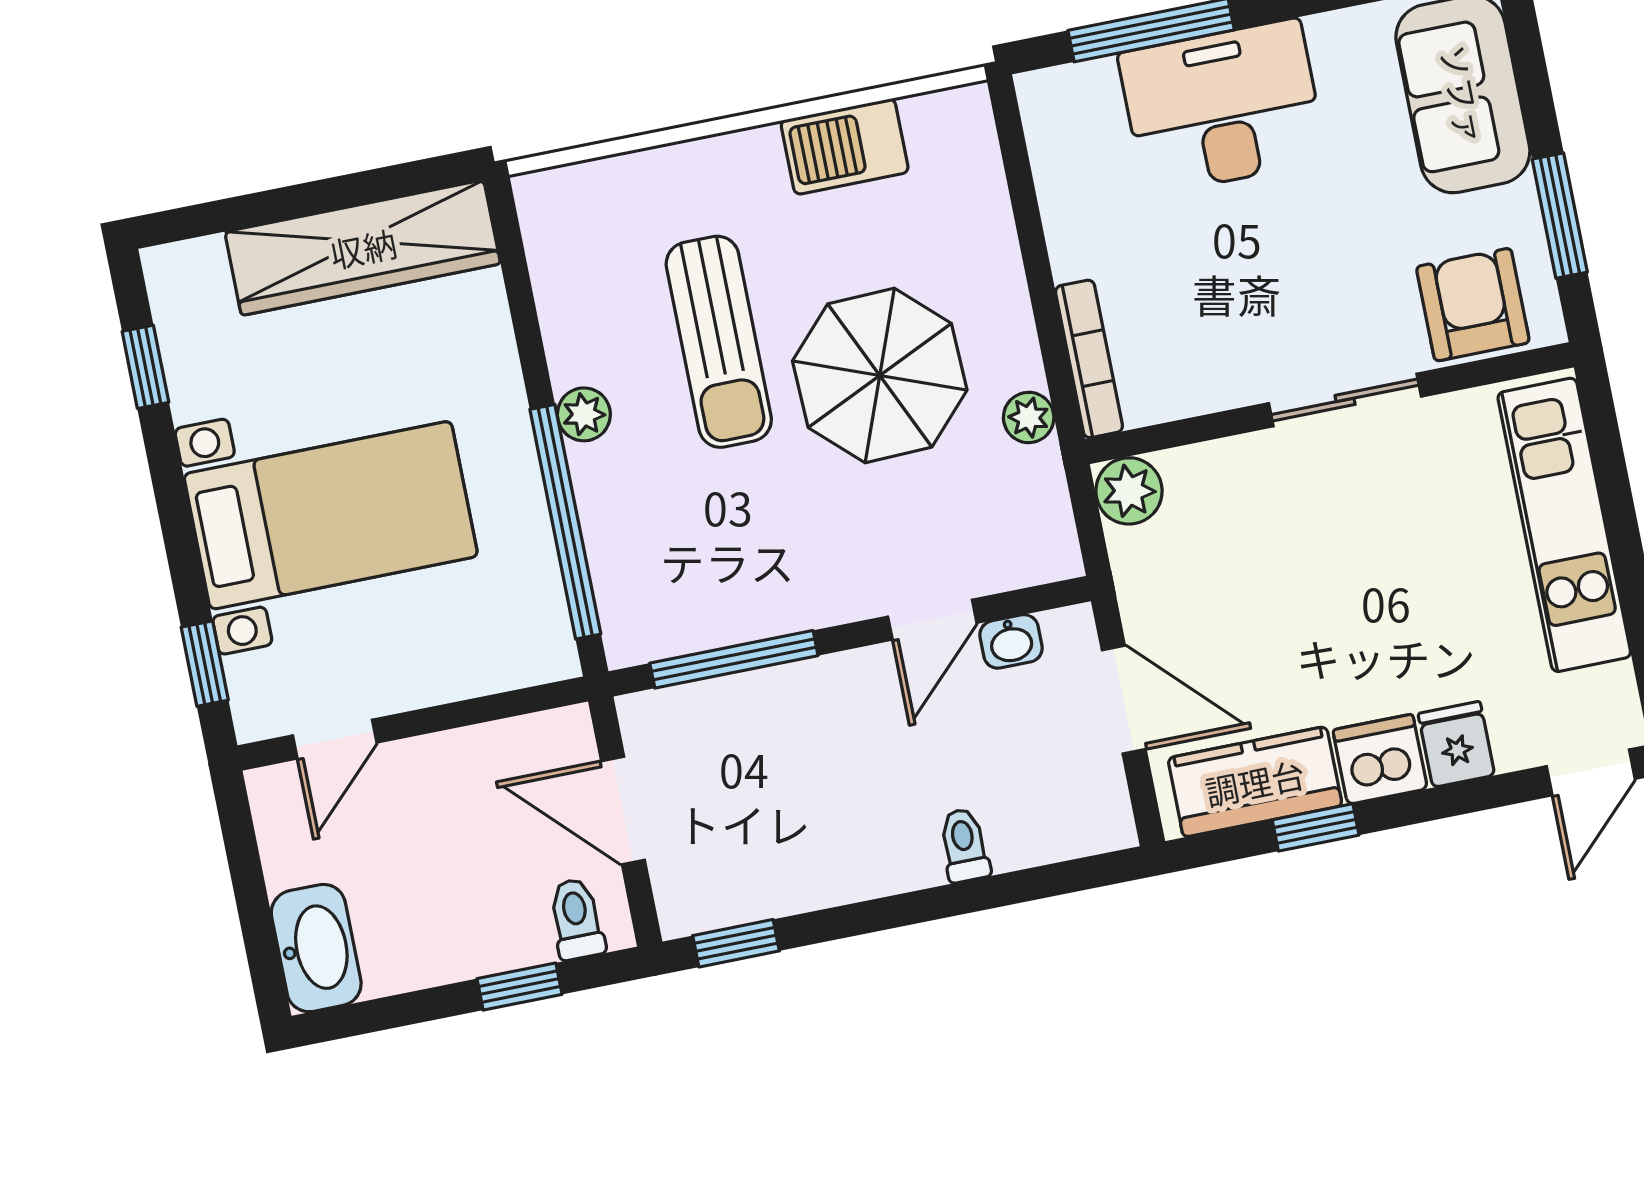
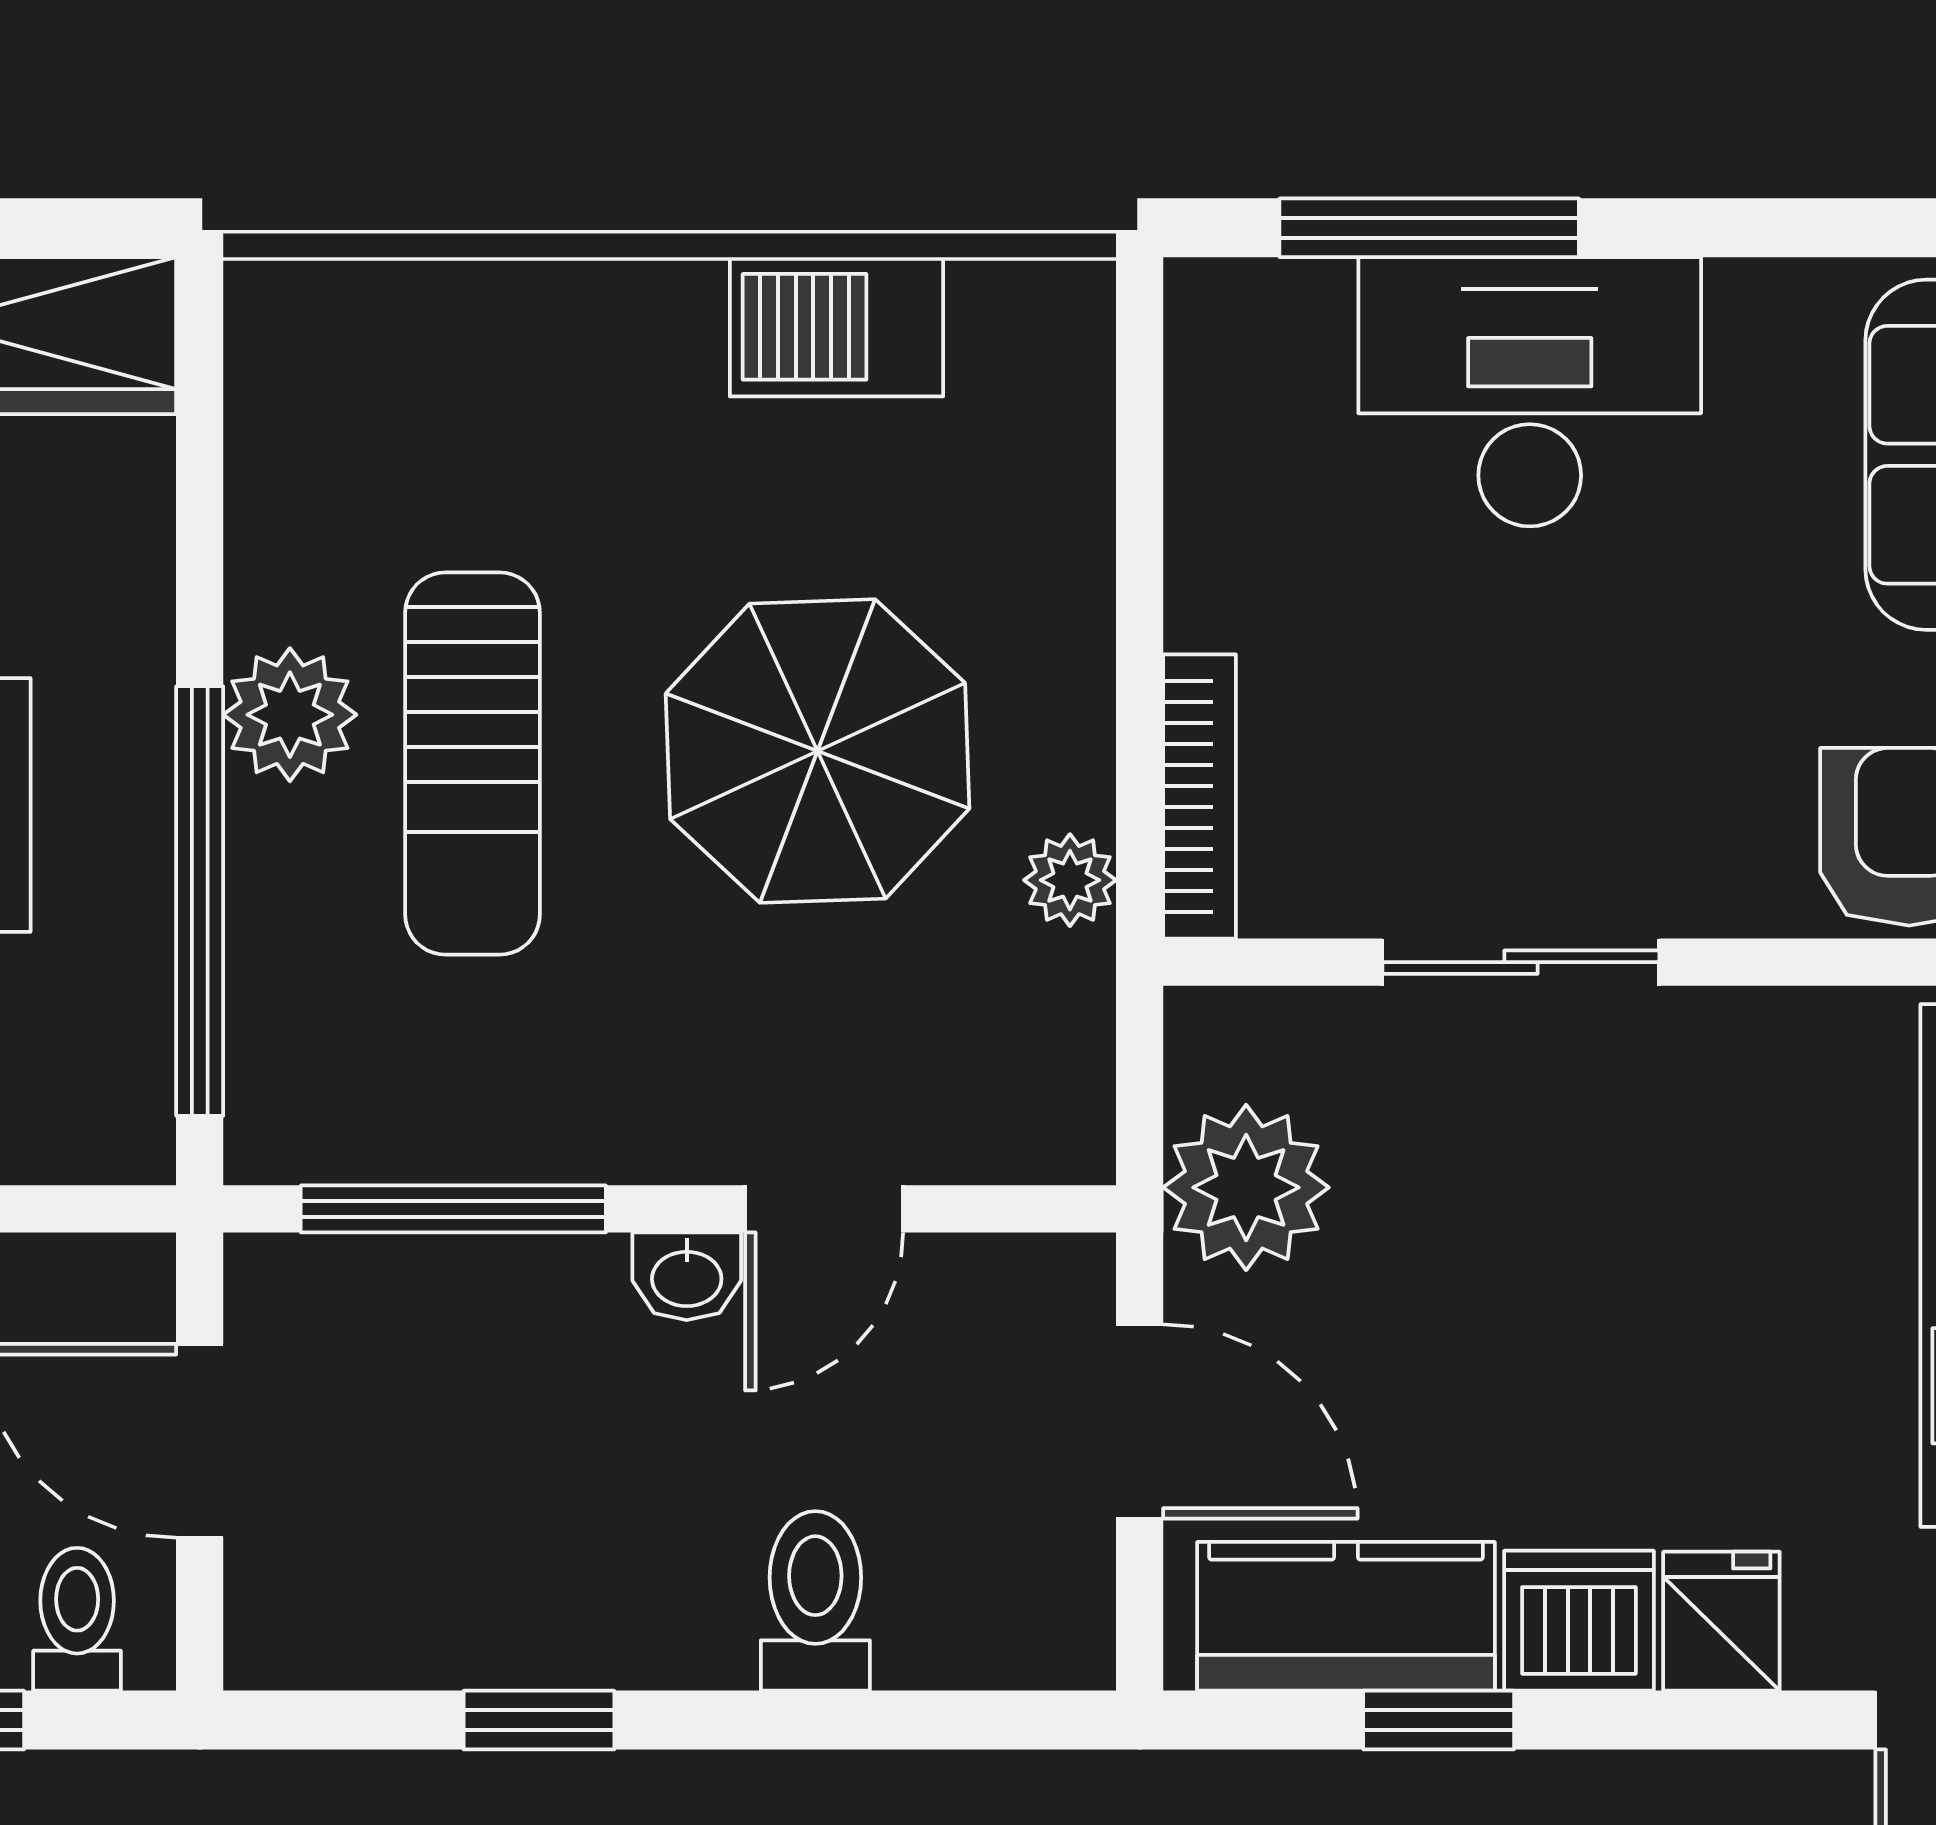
sun lounger: (719, 342) -> (473, 764), moved
sliding door: (1345, 400) -> (1521, 962), moved
plant: (584, 414) -> (290, 715), width x1.38, depth x1.38
plant: (1129, 491) -> (1246, 1187), moved, width x1.36, depth x1.36
washbasin: (1011, 641) -> (687, 1276), moved
toilet: (964, 845) -> (815, 1601), width x1.37, depth x1.39
window: (736, 943) -> (539, 1720), moved

